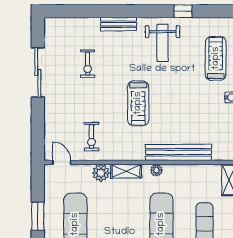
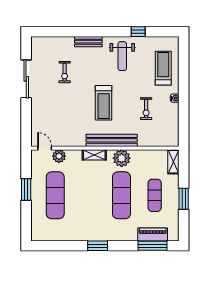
exercise bike: (91, 137) -> (146, 109), moved
bench: (178, 152) -> (112, 140), moved
plant: (156, 170) -> (122, 158), width x1.87, depth x1.87
plant: (101, 173) -> (59, 156), moved

